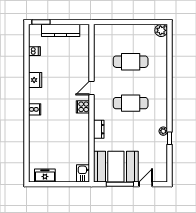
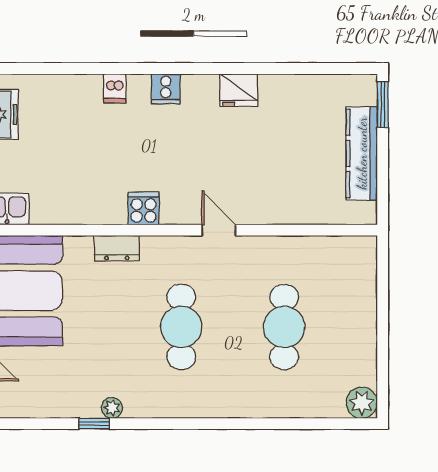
dishwasher: (34, 51) -> (115, 88), moved
cooker: (83, 107) -> (144, 209), moved

